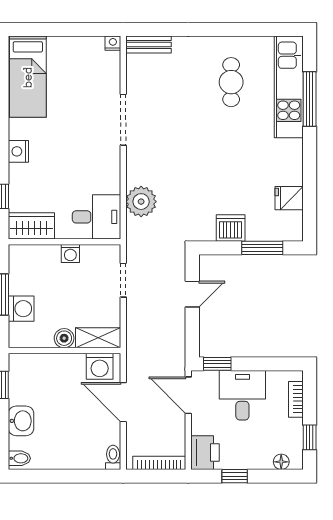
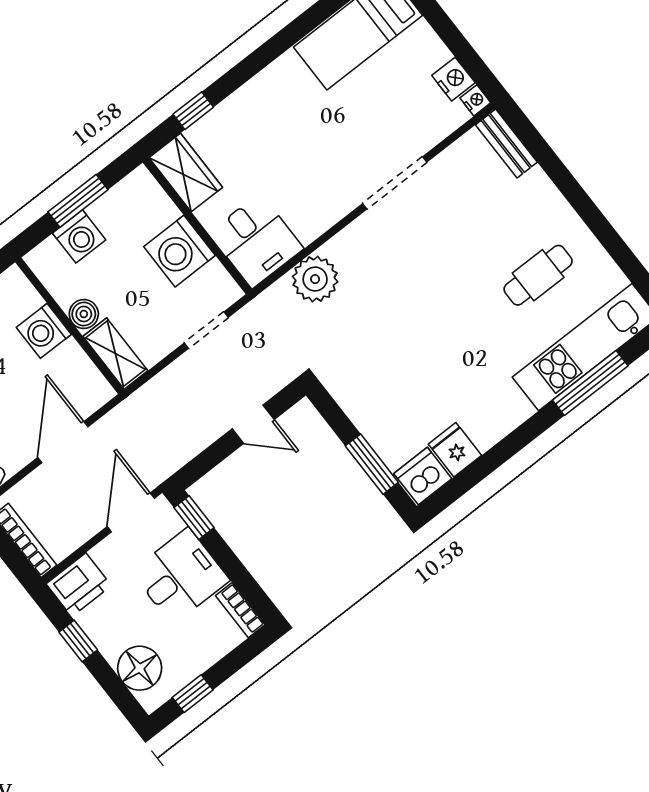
nightstand: (18, 151) -> (453, 79), moved, turned 90
dishwasher: (231, 228) -> (423, 476), moved, turned -90
washing machine: (70, 254) -> (179, 251), width x1.89, depth x1.89
washing machine: (100, 366) -> (44, 331), moved
bookcase: (296, 399) -> (240, 610), moved, turned -90
floor lamp: (281, 462) -> (140, 668), width x1.89, depth x1.89

